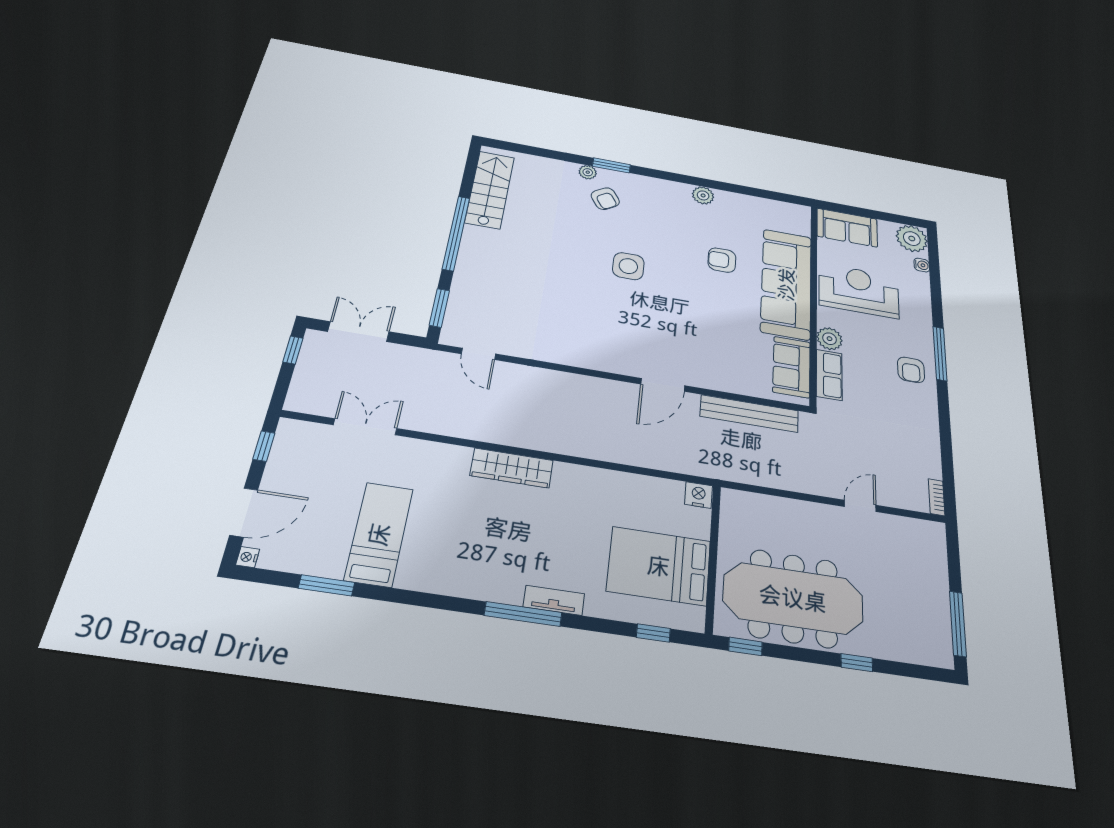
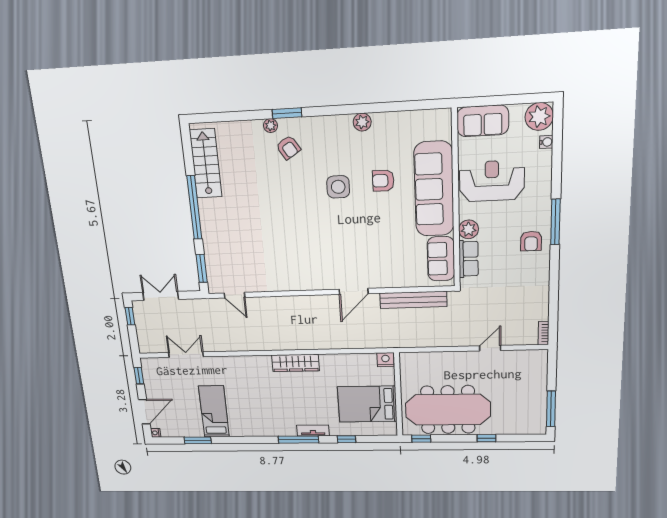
side table: (628, 266) -> (338, 187), moved
wardrobe: (512, 468) -> (295, 363), moved
window: (653, 633) -> (347, 439), moved

